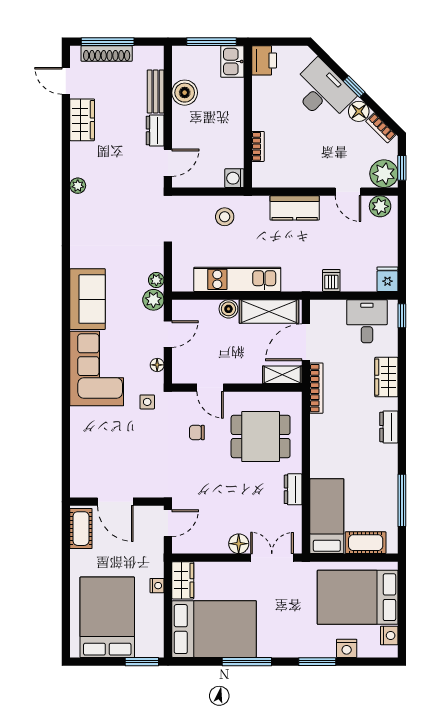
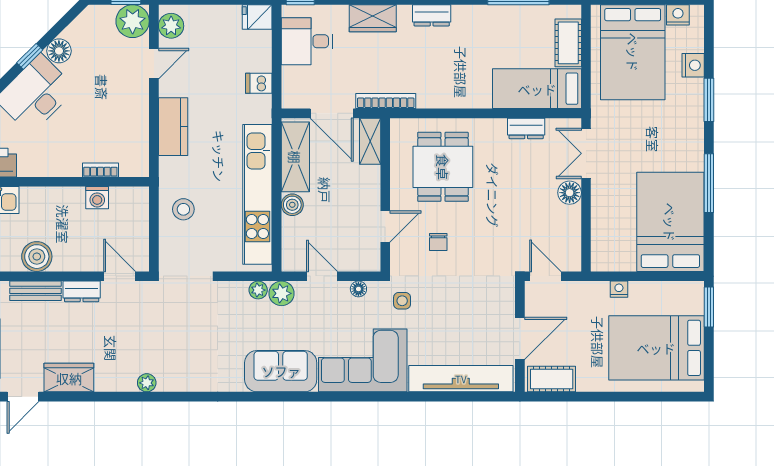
bookcase: (381, 128) -> (78, 25), removed
washing machine: (234, 178) -> (97, 198), moved
kitchen unit: (237, 279) -> (257, 194), width x1.36
tv unit: (81, 452) -> (461, 379), added
dresser: (293, 489) -> (526, 128), moved
wardrobe: (183, 580) -> (613, 259), removed

